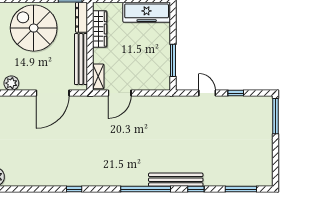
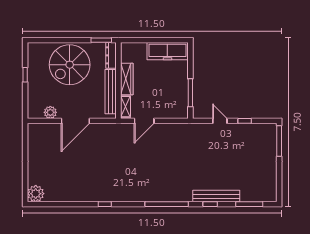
spiral stairs: (34, 28) -> (70, 65), turned -90
wardrobe: (100, 29) -> (127, 79), moved
door: (53, 93) -> (75, 121), moved
bench: (176, 180) -> (216, 196), moved

